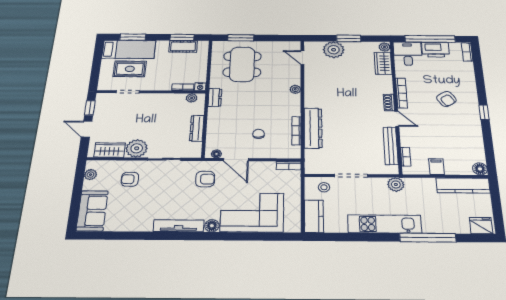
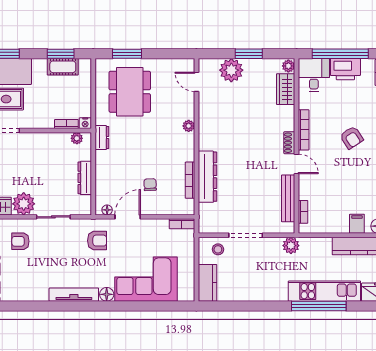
door: (236, 160) -> (128, 217), swing flipped
filing cabinet: (436, 167) -> (357, 224), moved
kitchen unit: (385, 224) -> (324, 291), moved

